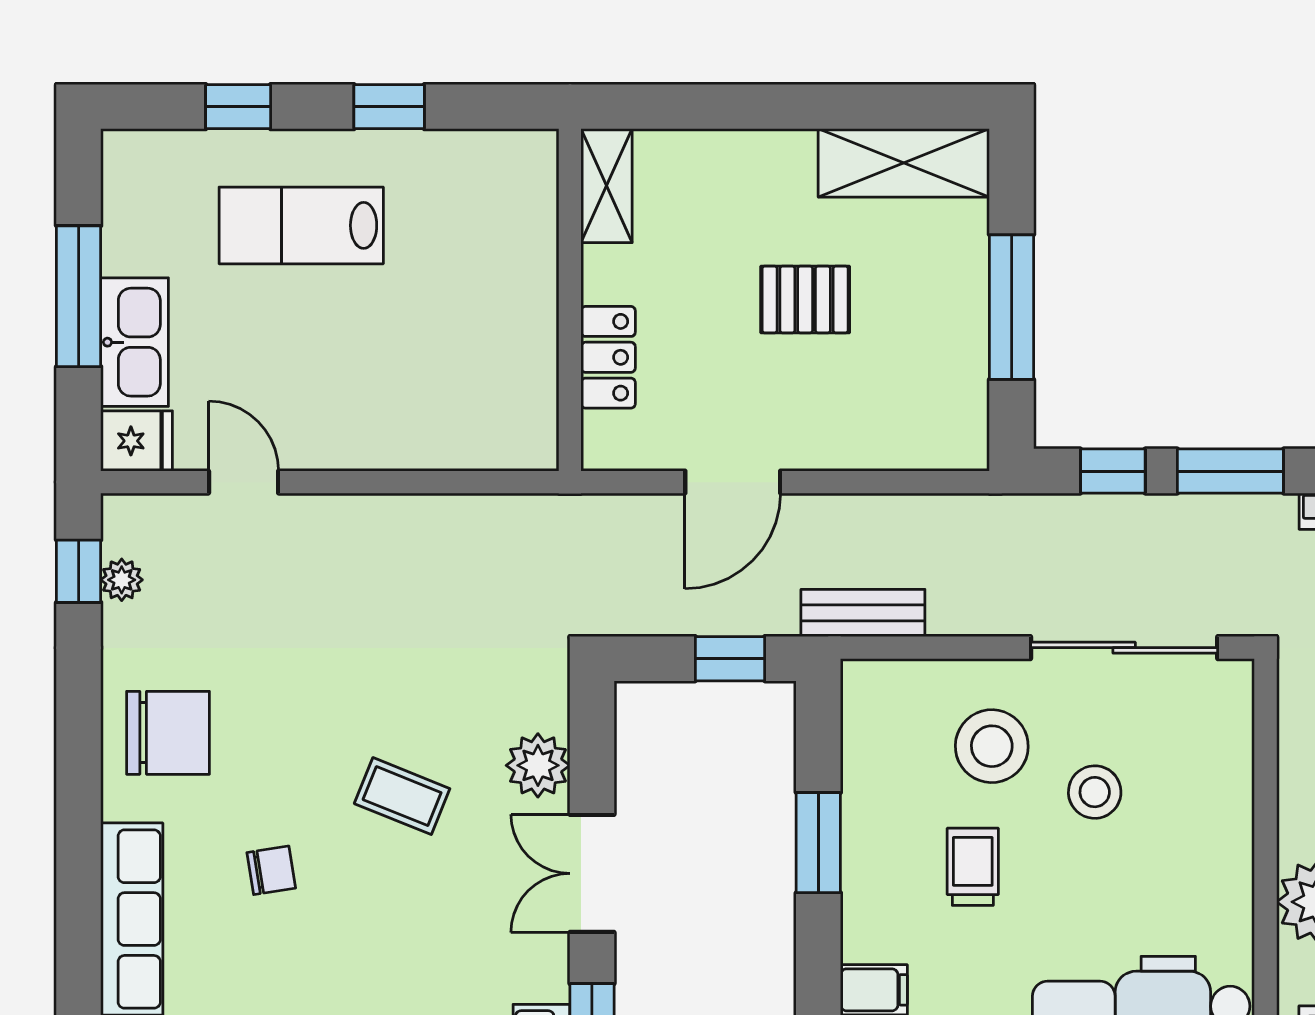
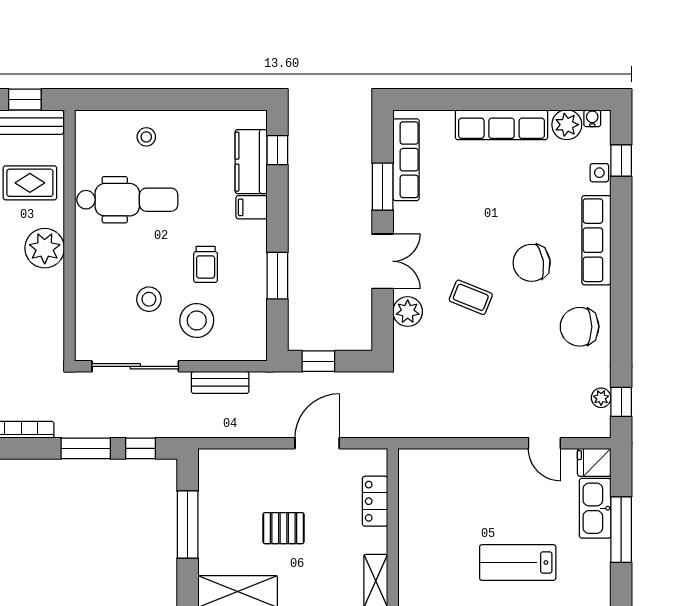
lab bench: (301, 225) -> (518, 563), turned 180
bench: (863, 613) -> (220, 382), moved
chair: (271, 870) -> (532, 263), width x1.87, depth x1.87

